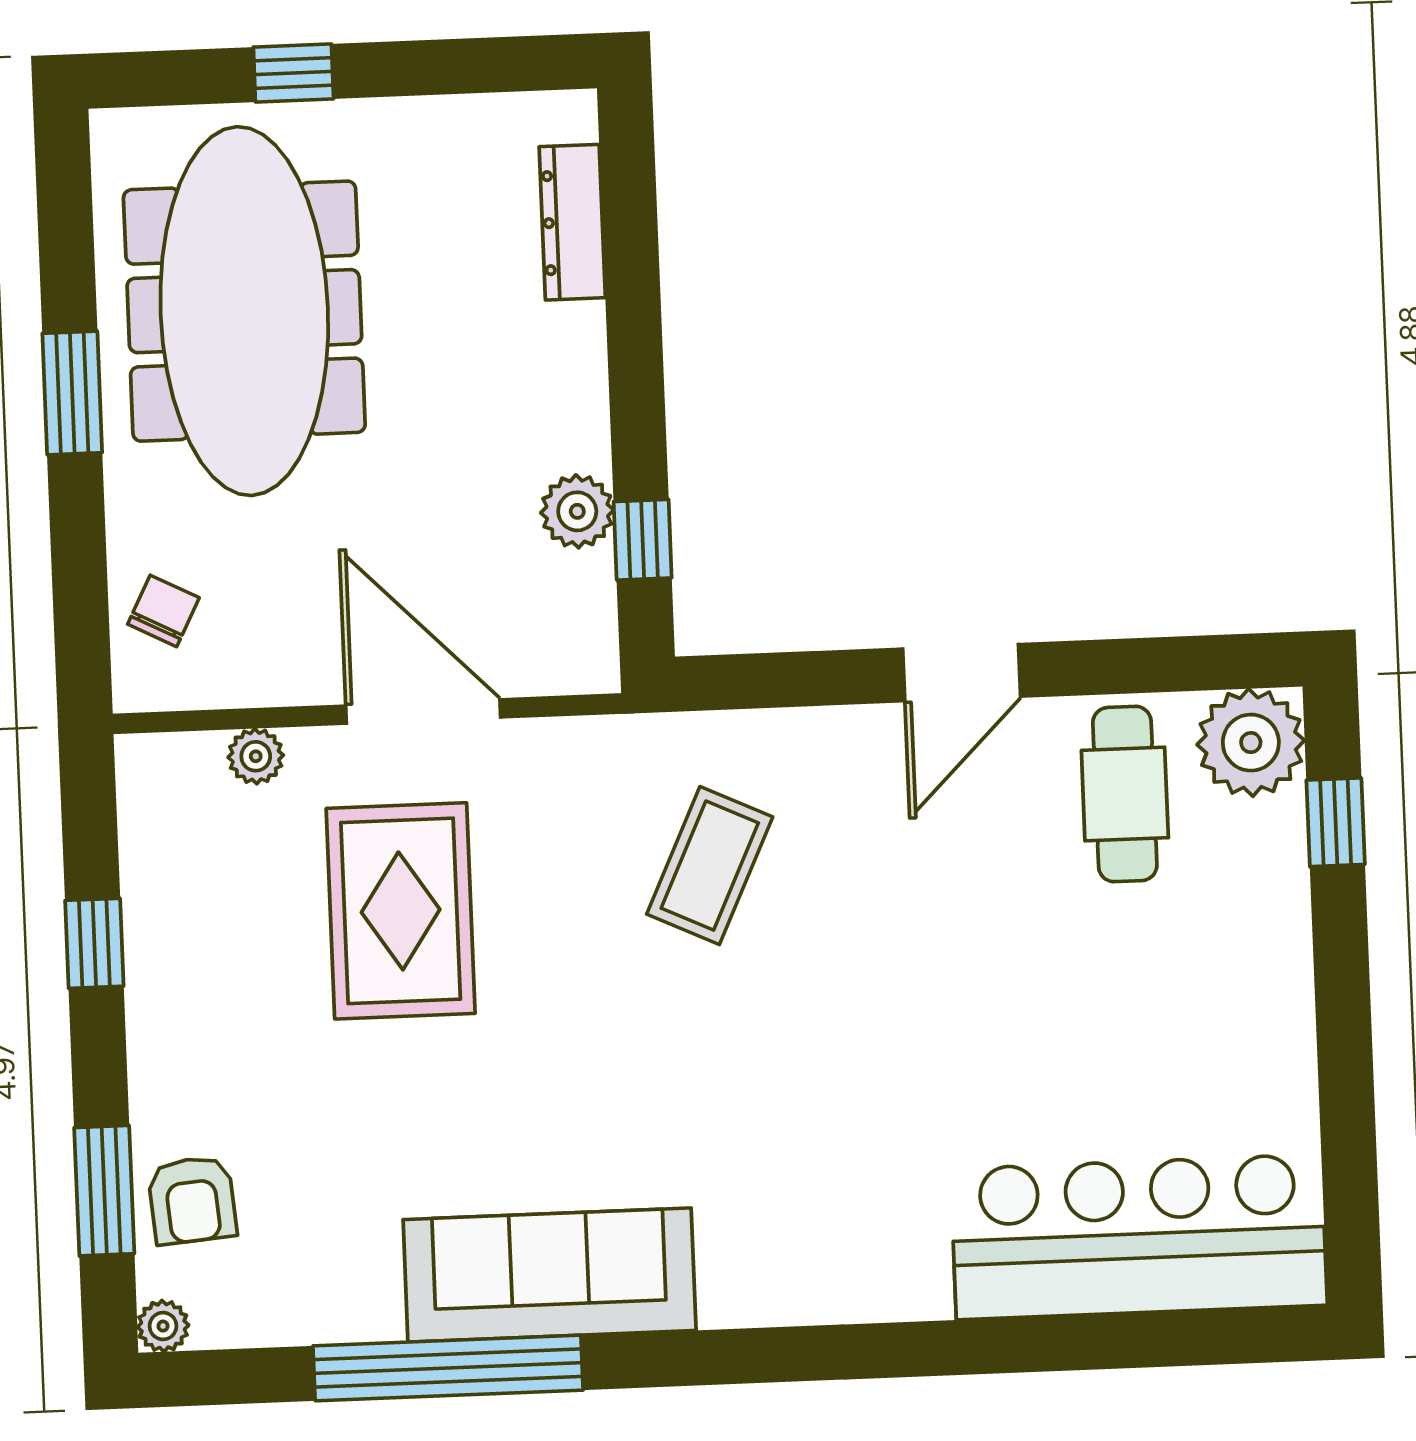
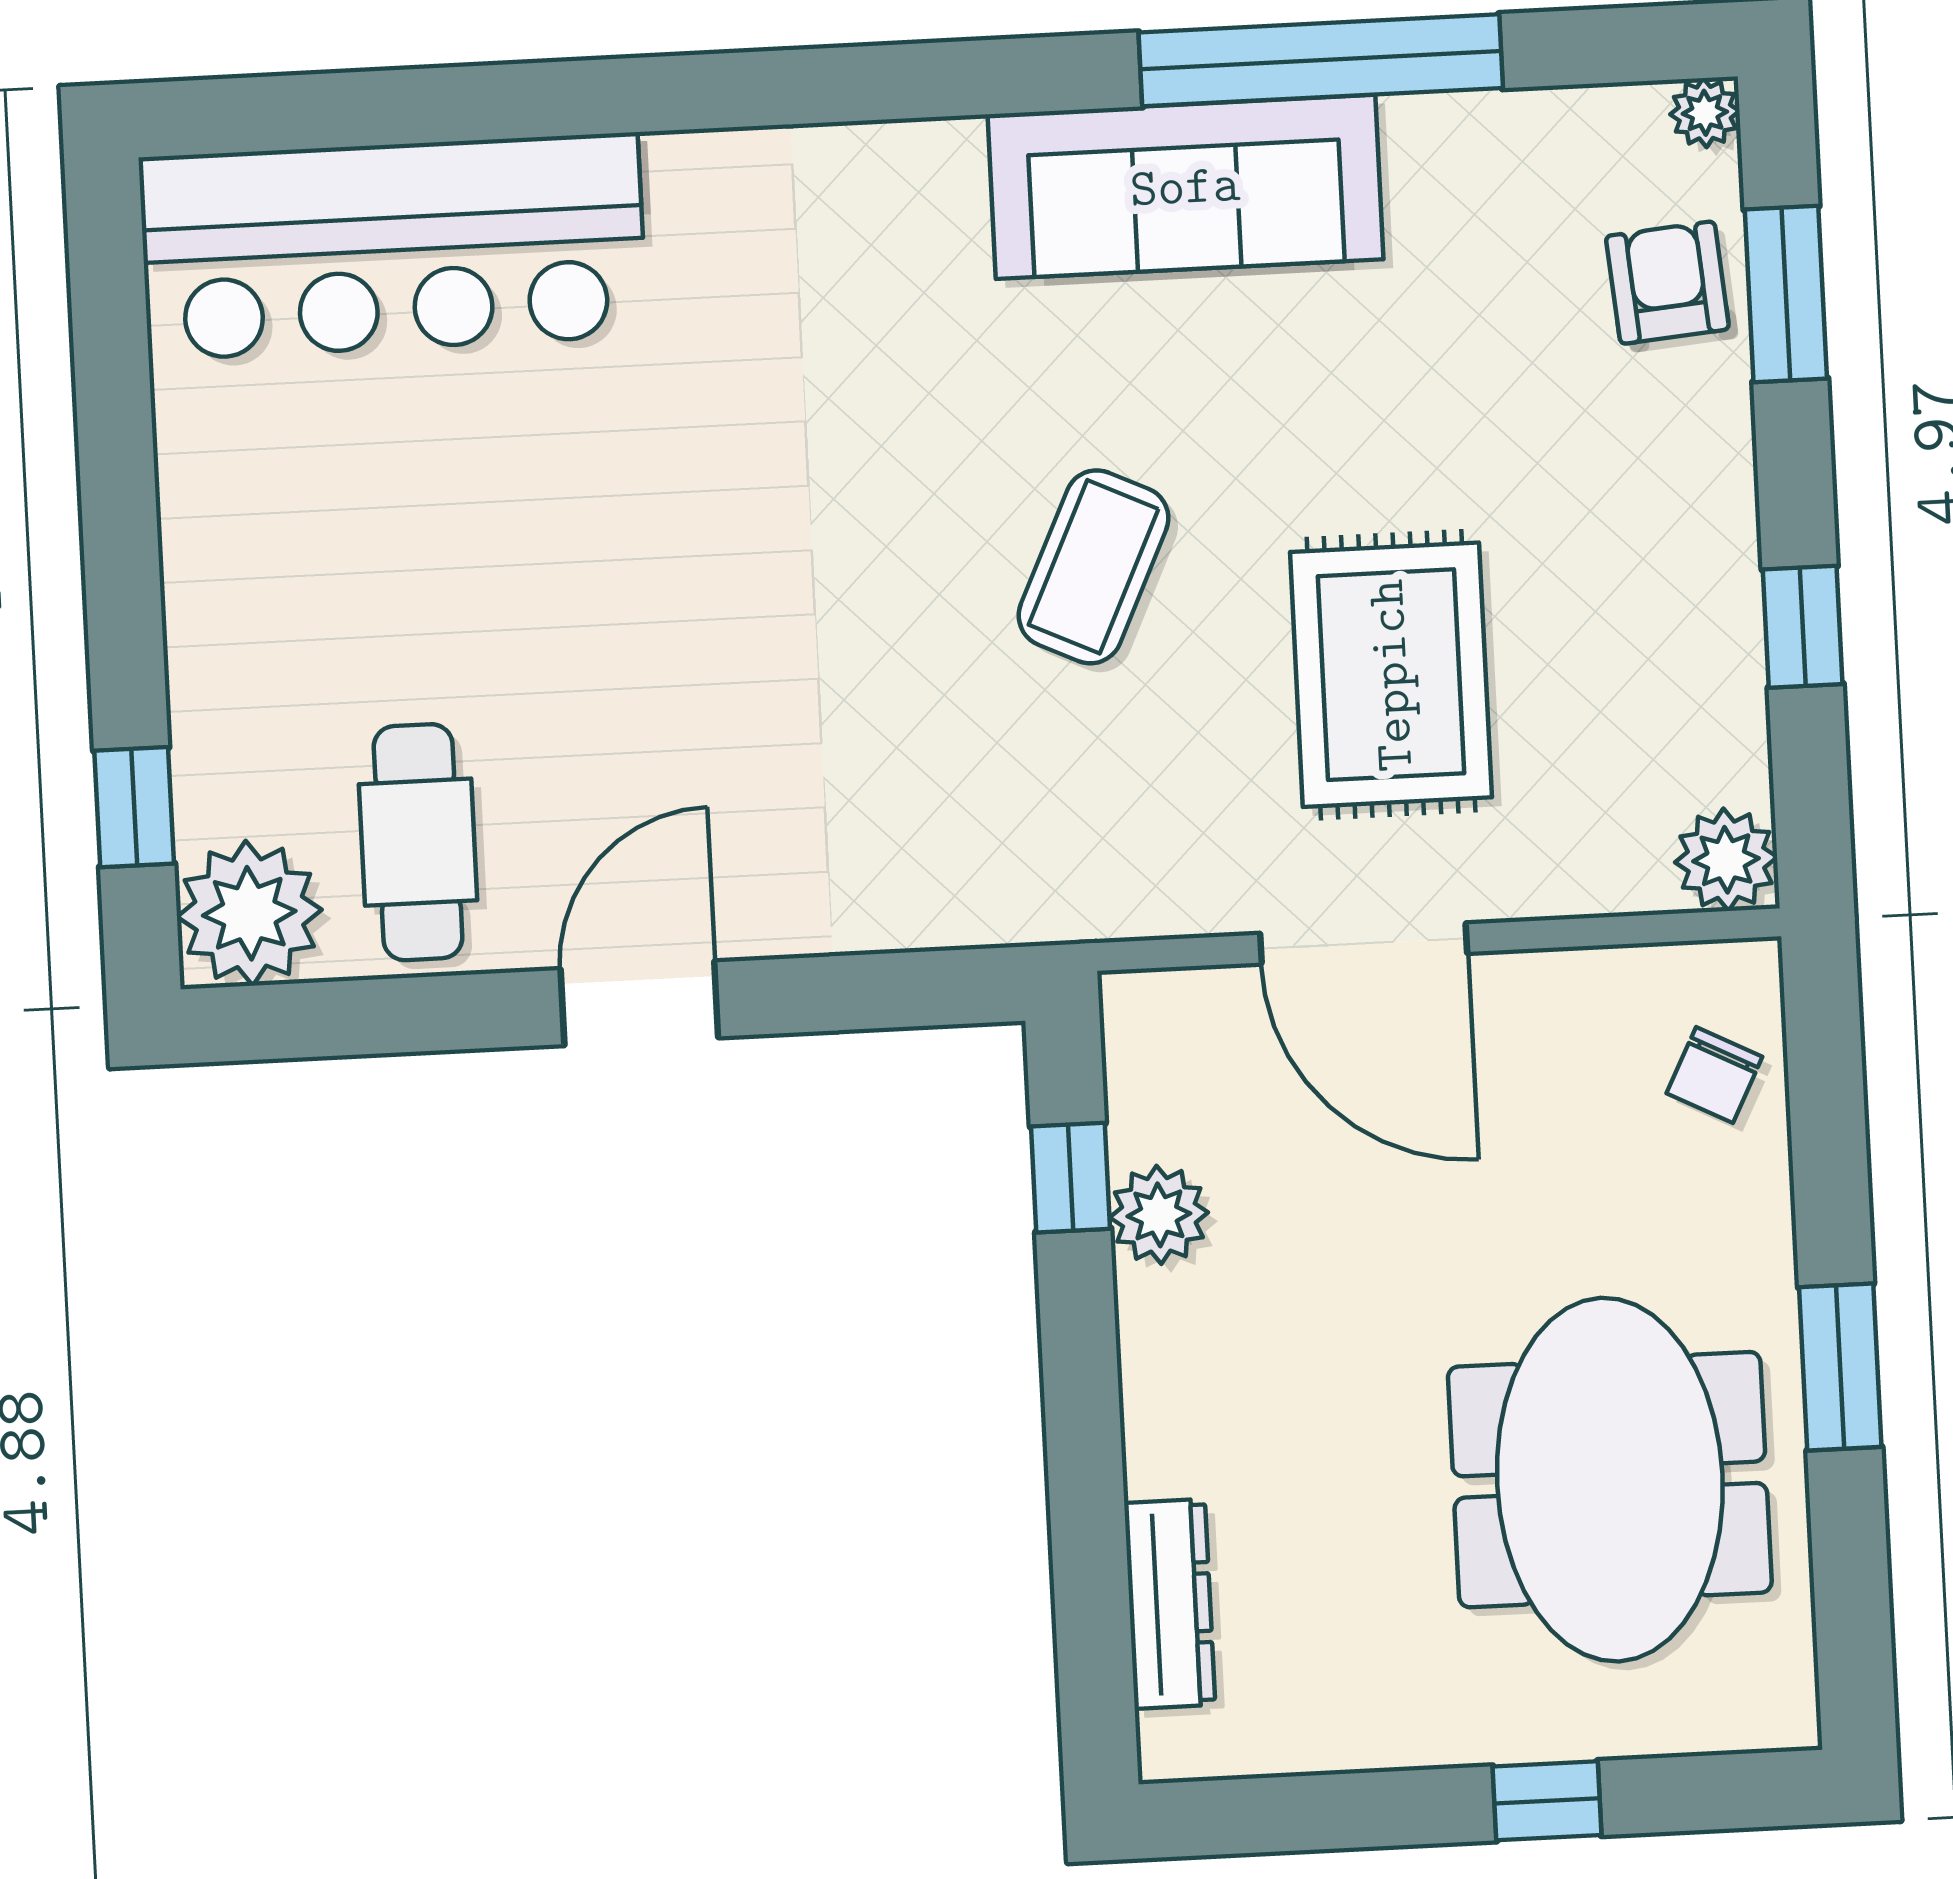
meeting table: (244, 311) -> (1610, 1480), width x0.73
plant: (256, 756) -> (1726, 860), moved, width x1.38, depth x1.38
coffee table: (710, 866) -> (1094, 567), moved

